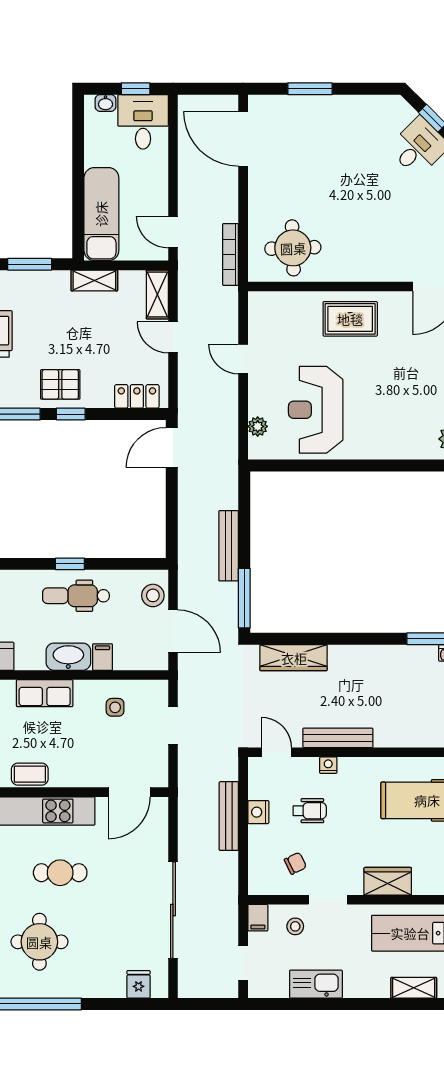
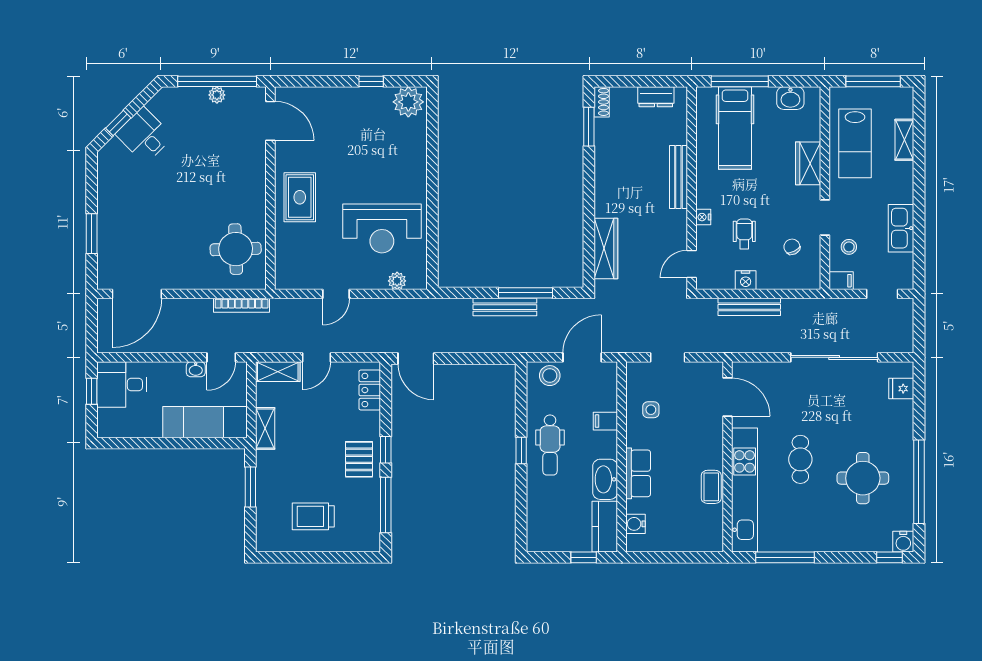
washbasin: (105, 103) -> (196, 369), moved, turned 90
window: (244, 598) -> (526, 293), moved
washbasin: (68, 657) -> (605, 479), moved
bench: (338, 738) -> (678, 177), moved

